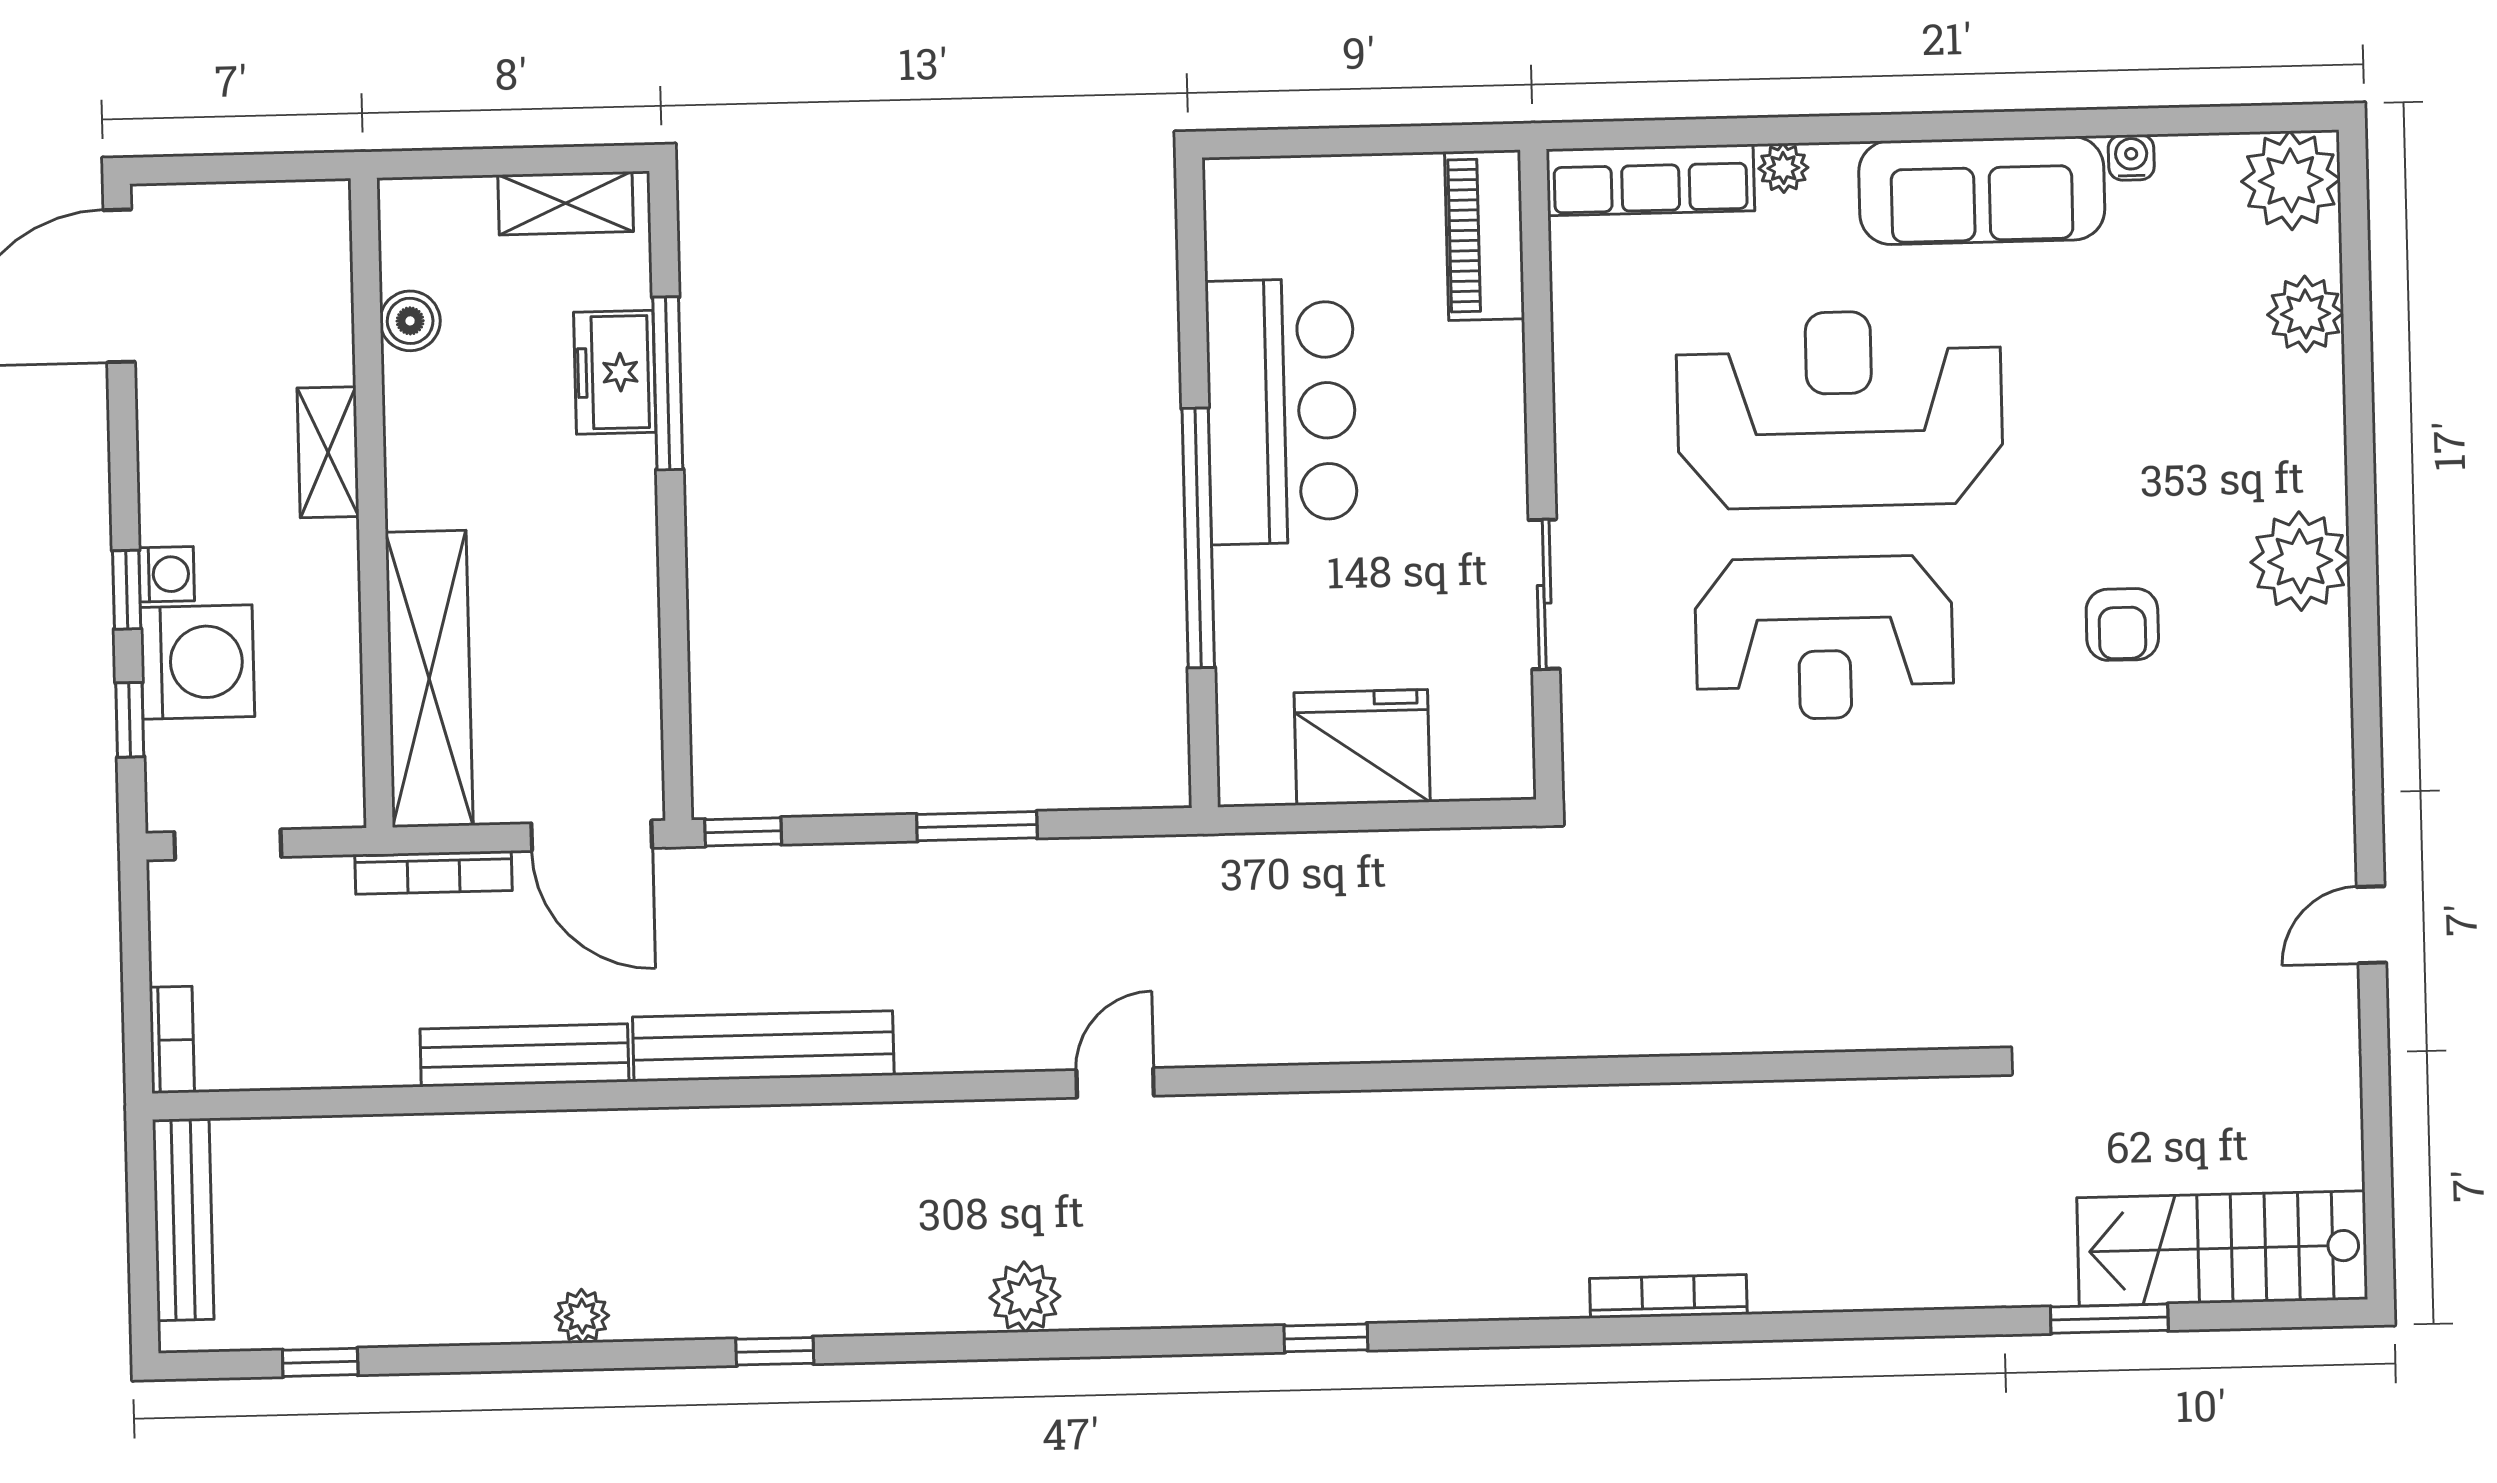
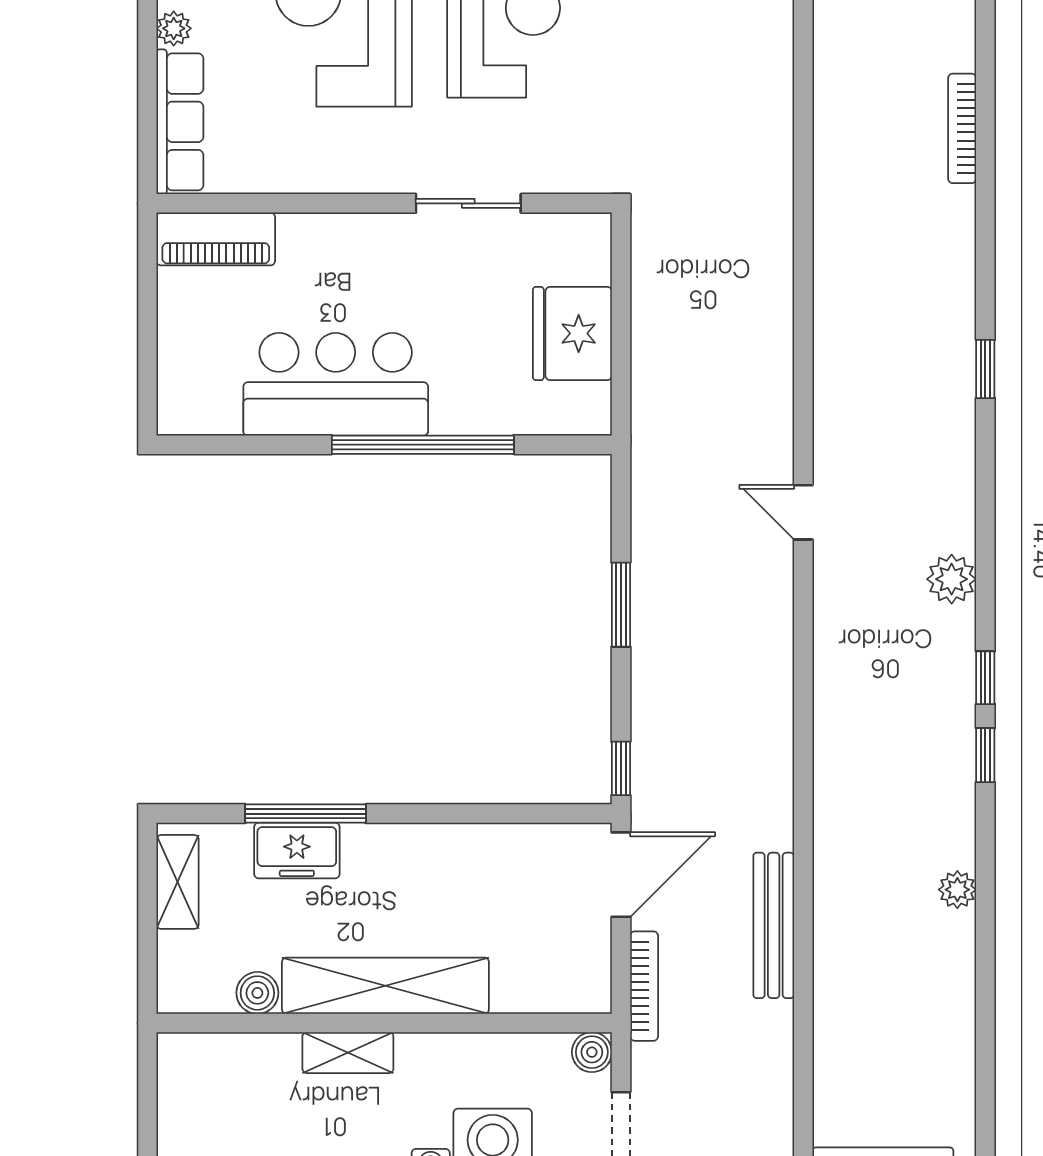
shelving: (429, 679) -> (385, 986), moved
boiler: (337, 800) -> (592, 1052), added
bench: (763, 1046) -> (771, 758), removed
window: (320, 1362) -> (985, 678), moved

